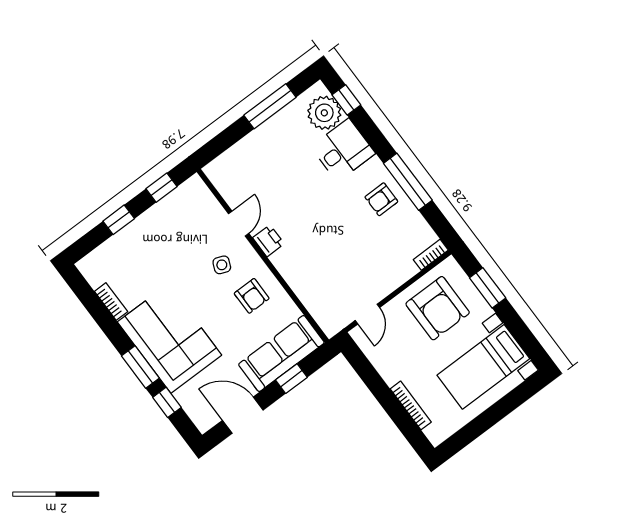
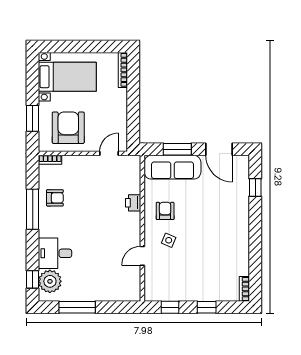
armchair: (381, 199) -> (55, 198), moved
printer: (268, 241) -> (133, 203), moved
bookcase: (111, 302) -> (244, 289), moved
corner sofa: (170, 338) -> (228, 221), removed
window: (140, 367) -> (255, 218), removed
window: (291, 379) -> (177, 149), width x1.50
bookcase: (411, 405) -> (123, 70), moved

